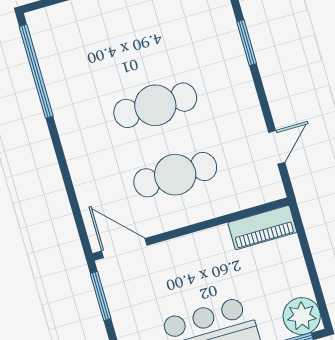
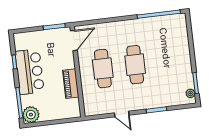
door: (277, 147) -> (122, 114), moved
piano: (262, 228) -> (71, 84), moved

